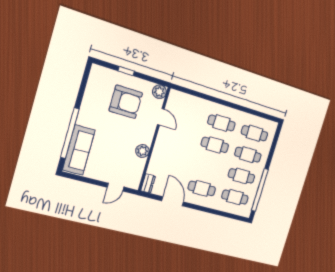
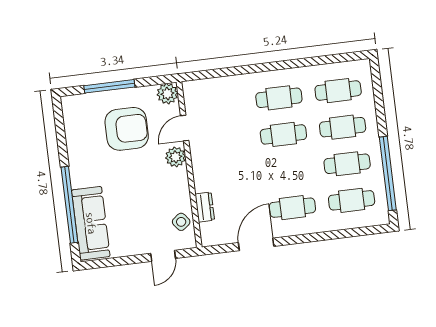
window: (126, 71) -> (109, 86), width x2.17
door: (161, 117) -> (185, 128), swing flipped
plant: (142, 151) -> (176, 157), moved
side table: (135, 171) -> (181, 222), added
dresser: (148, 183) -> (205, 207), moved
door: (173, 201) -> (256, 244), hinge flipped

